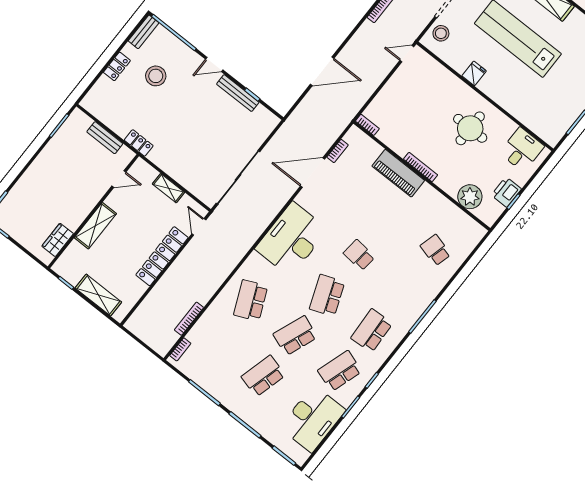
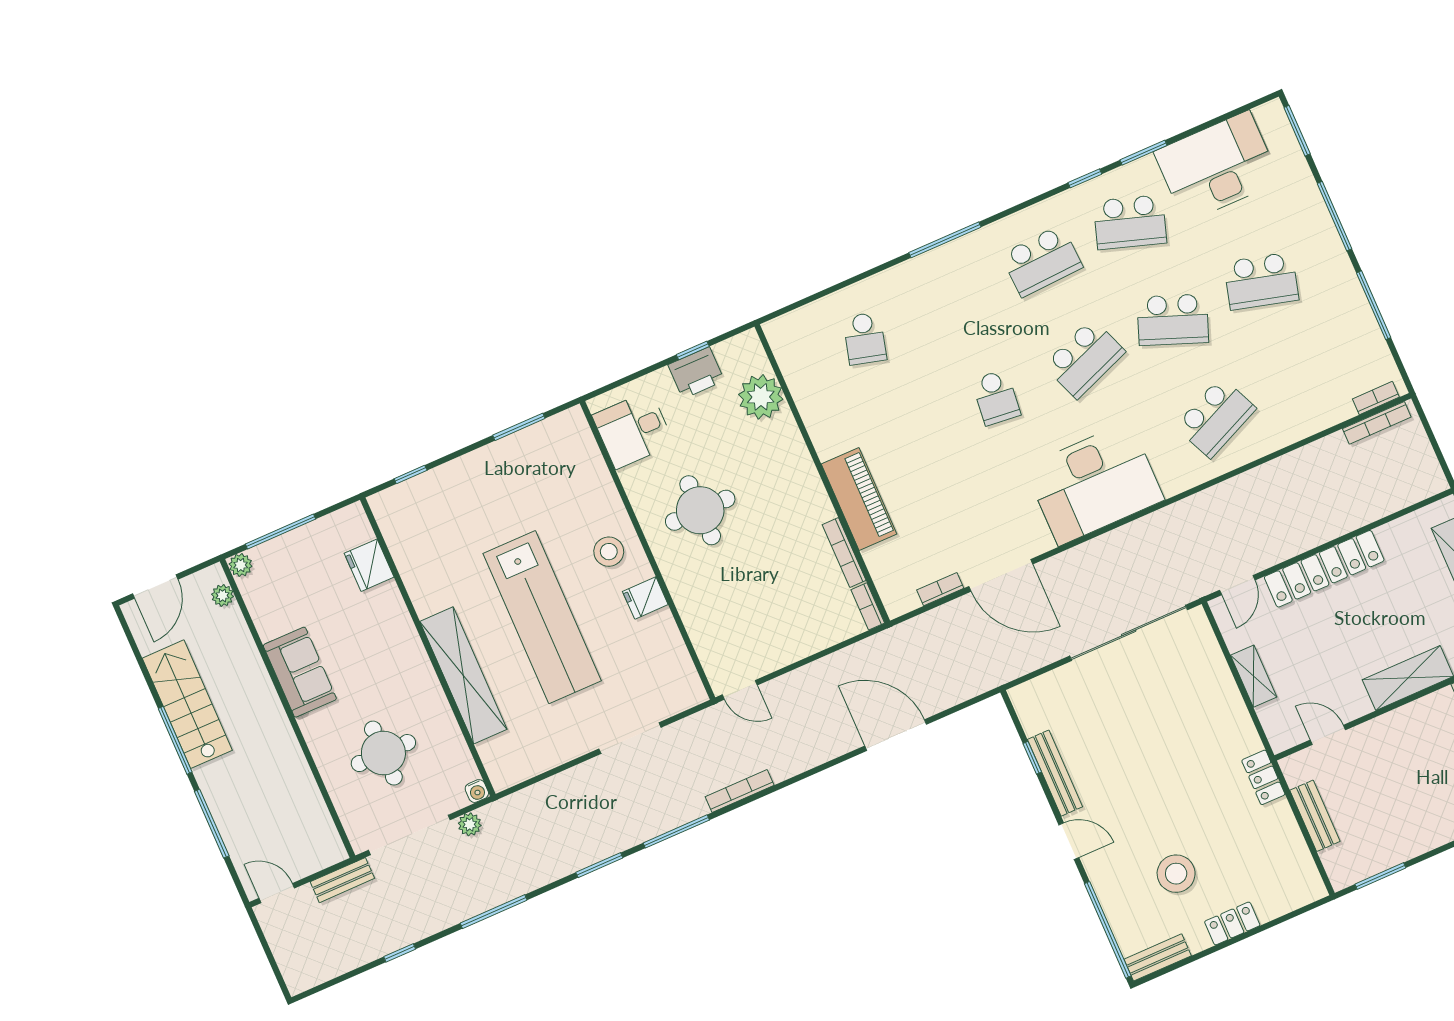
stool: (441, 33) -> (609, 552), moved
bookcase: (421, 167) -> (844, 553), moved
bookcase: (189, 319) -> (1377, 423), moved

